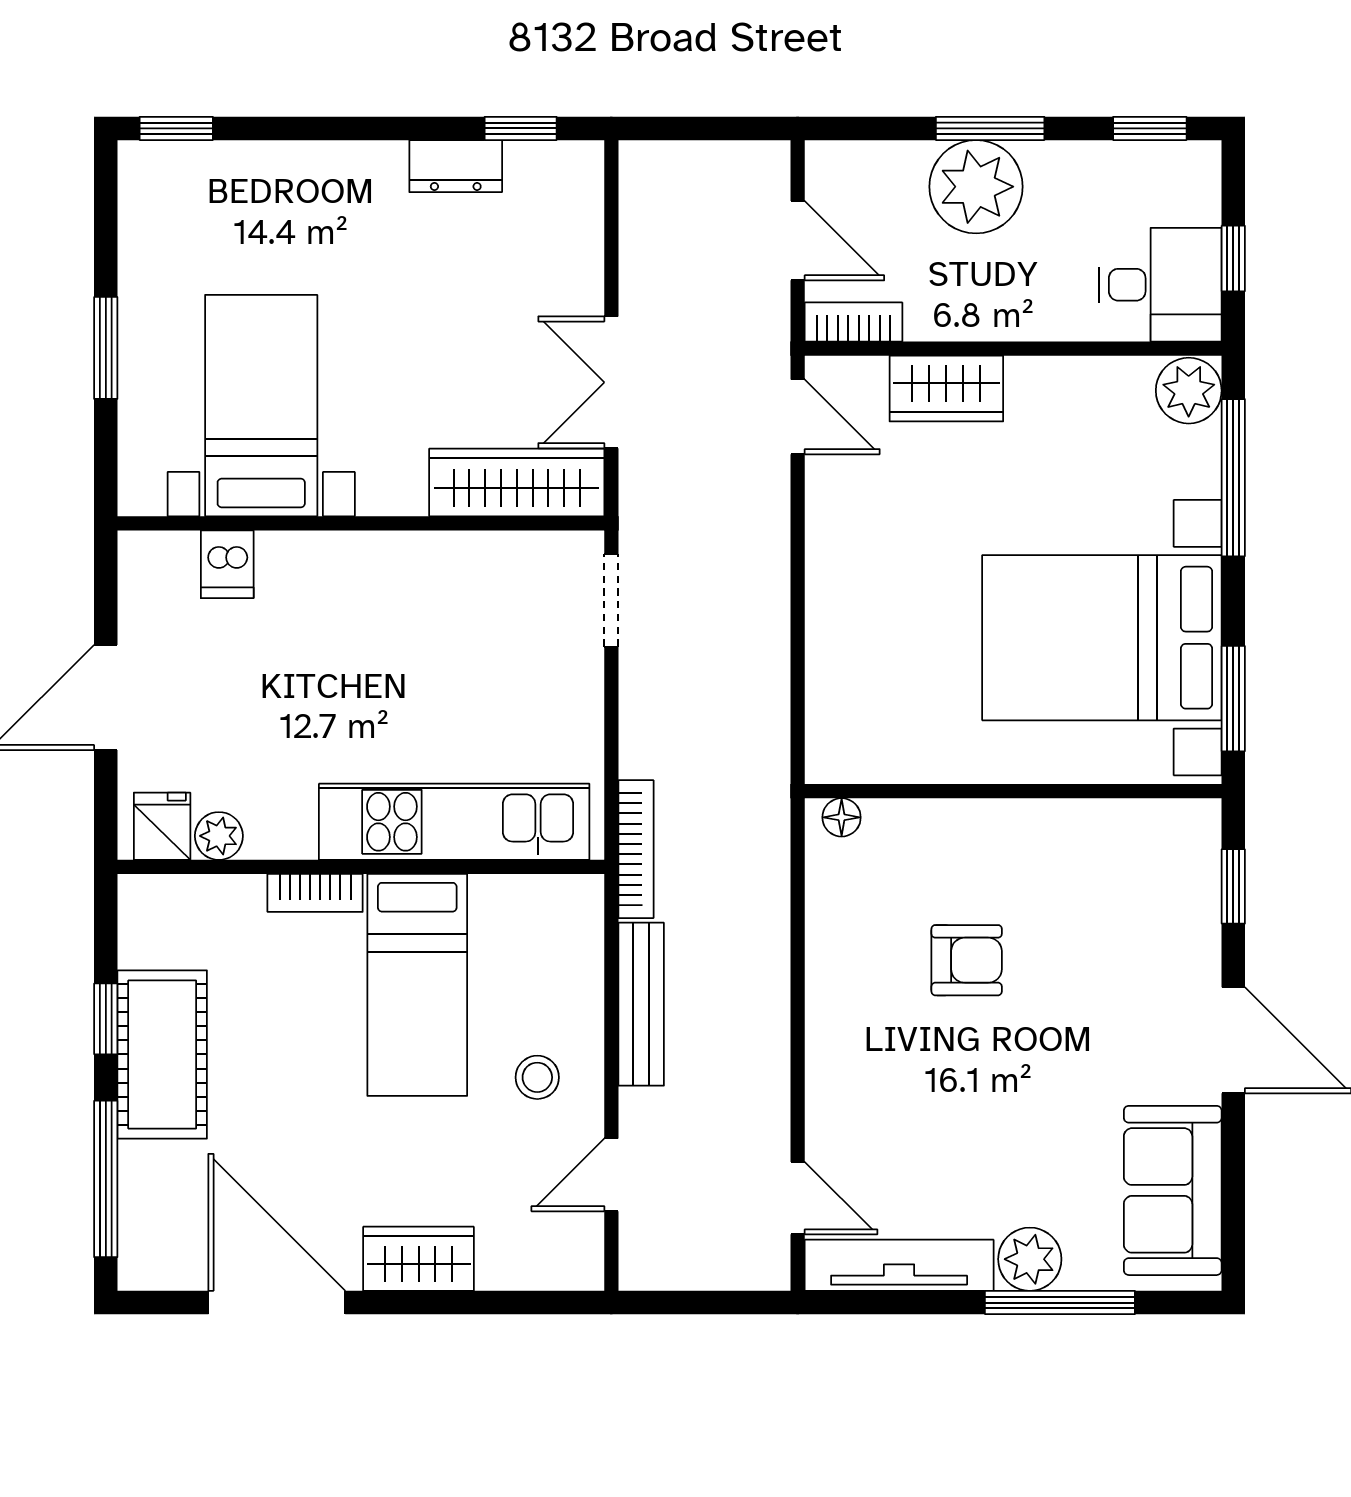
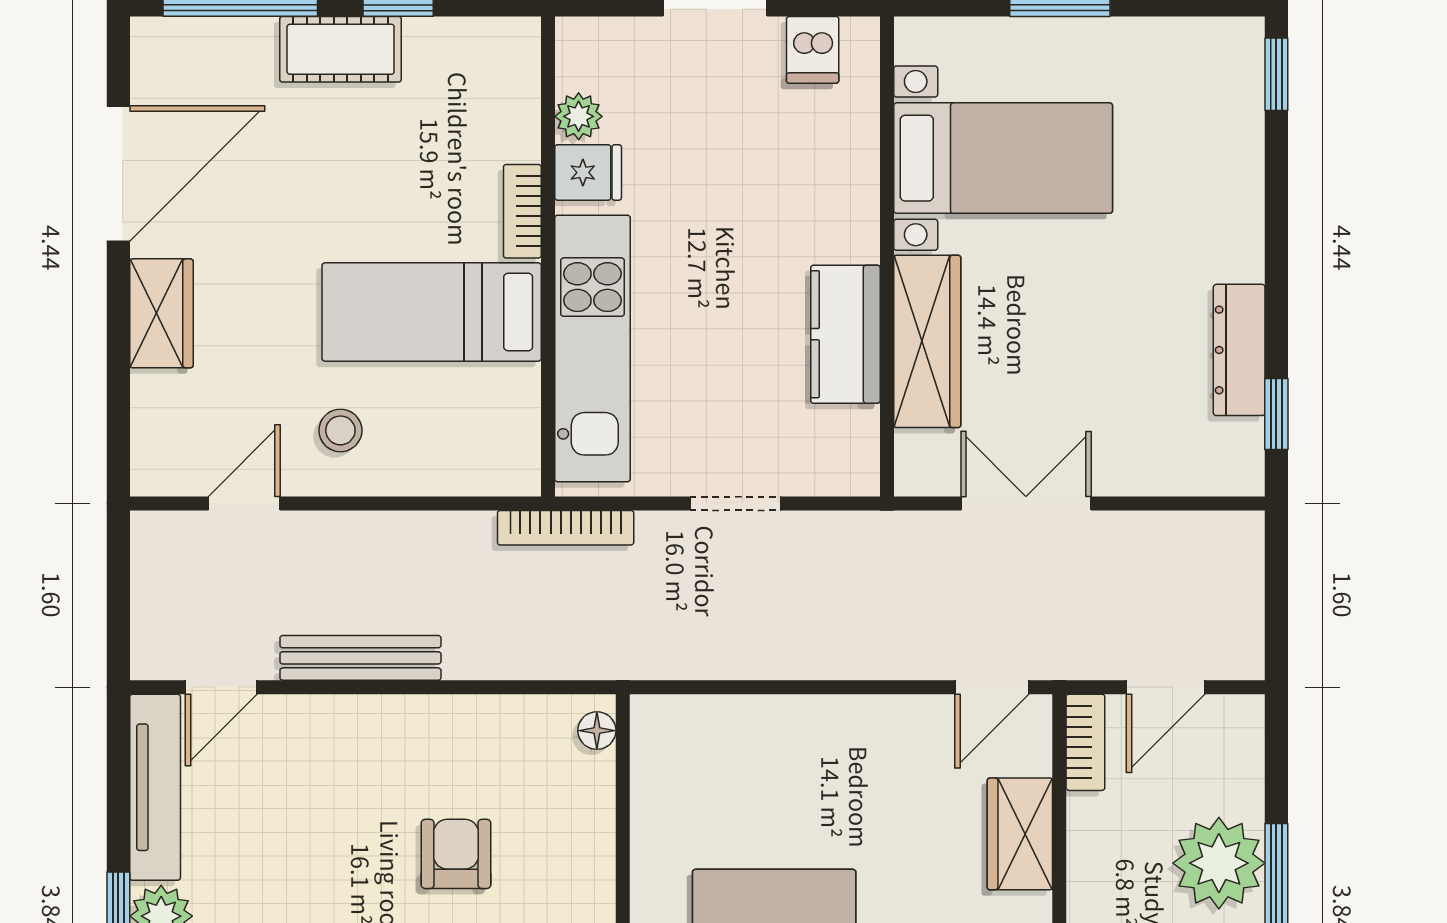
dresser: (456, 166) -> (1239, 350), width x1.44
wardrobe: (517, 482) -> (927, 341), moved
dishwasher: (227, 564) -> (813, 50), moved, turned -90
kitchen counter: (440, 565) -> (845, 334), added
doorway: (611, 600) -> (735, 503), moved
fridge: (162, 826) -> (588, 172), moved
armchair: (967, 960) -> (456, 854), turned 180
bench: (641, 1004) -> (360, 658), moved
cot: (162, 1054) -> (341, 49), width x0.73, depth x0.75
door: (611, 1175) -> (244, 503), hinge flipped

